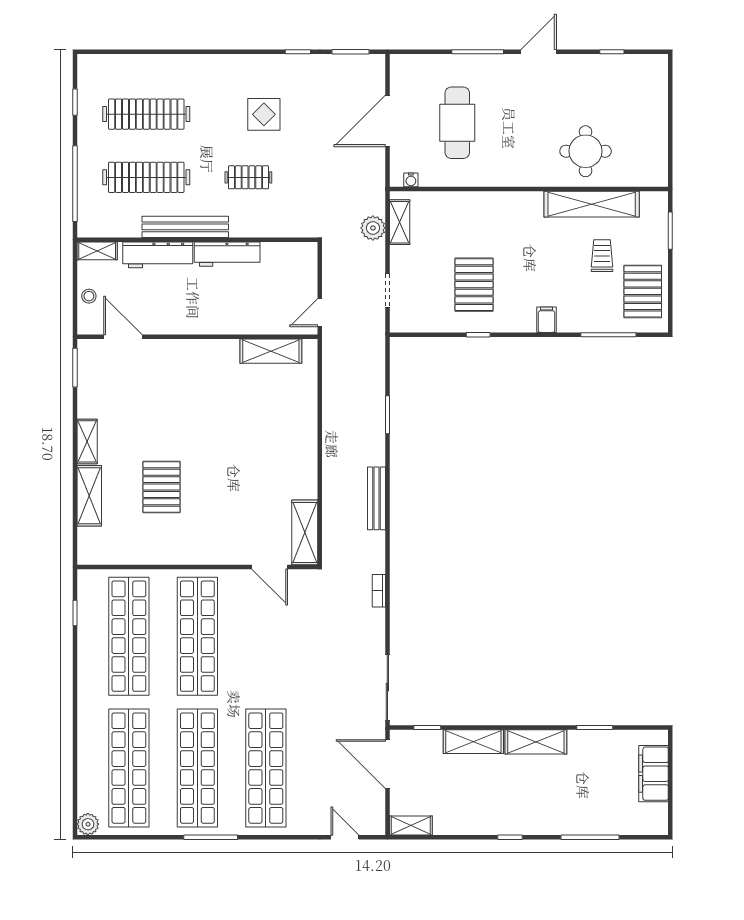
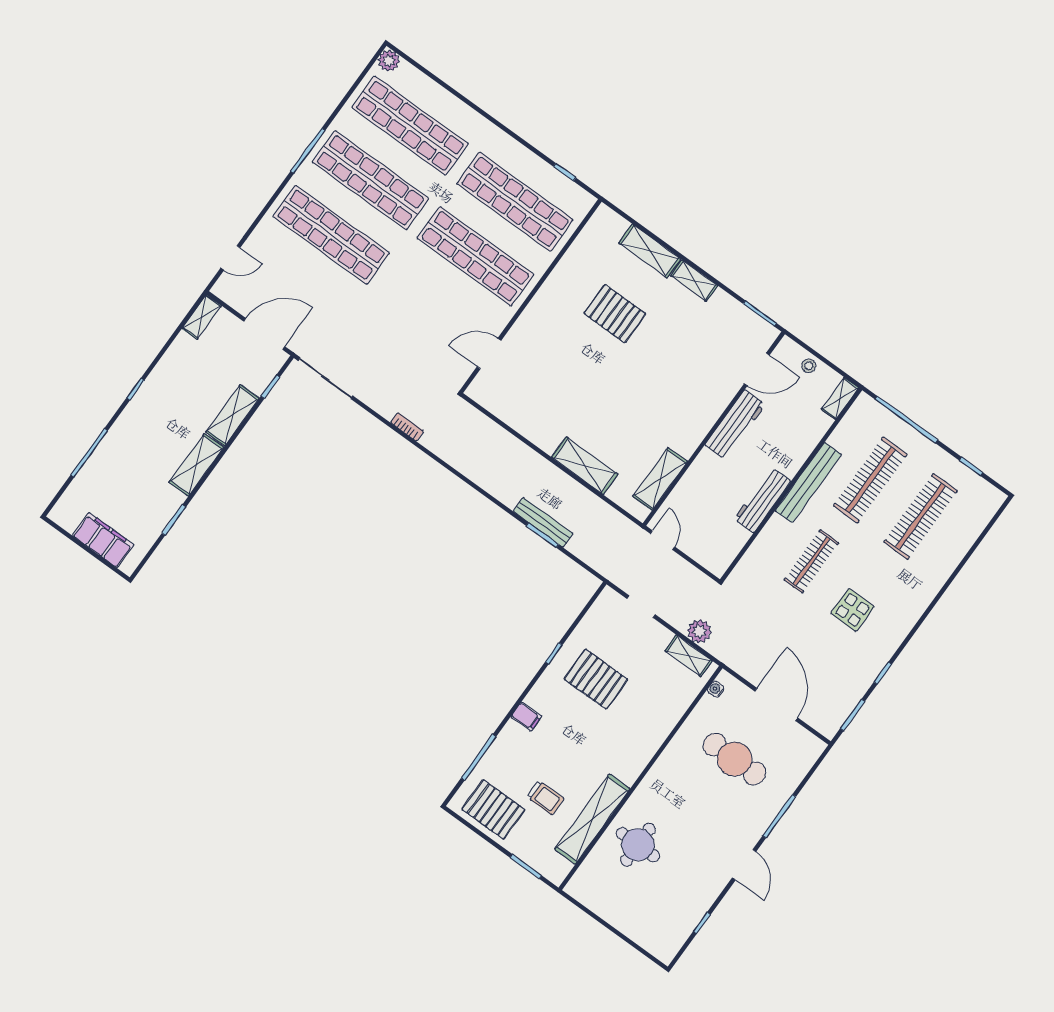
clothes rail: (248, 177) -> (811, 561), width x1.36
workbench: (158, 255) -> (735, 425), moved, turned 180
bench: (376, 498) -> (543, 522), moved
shelving: (305, 532) -> (585, 466), moved

